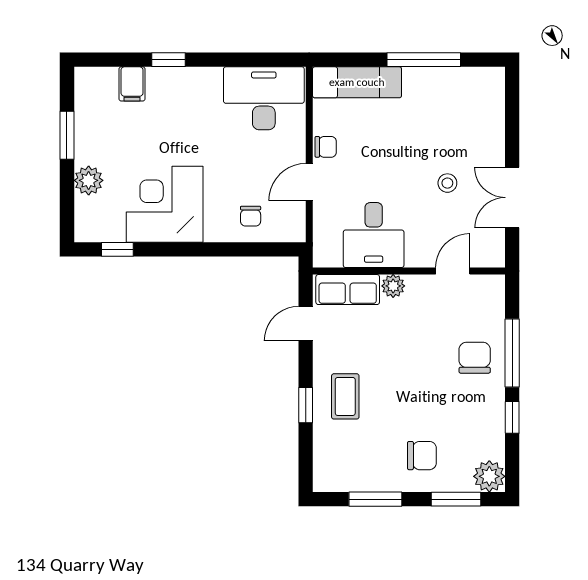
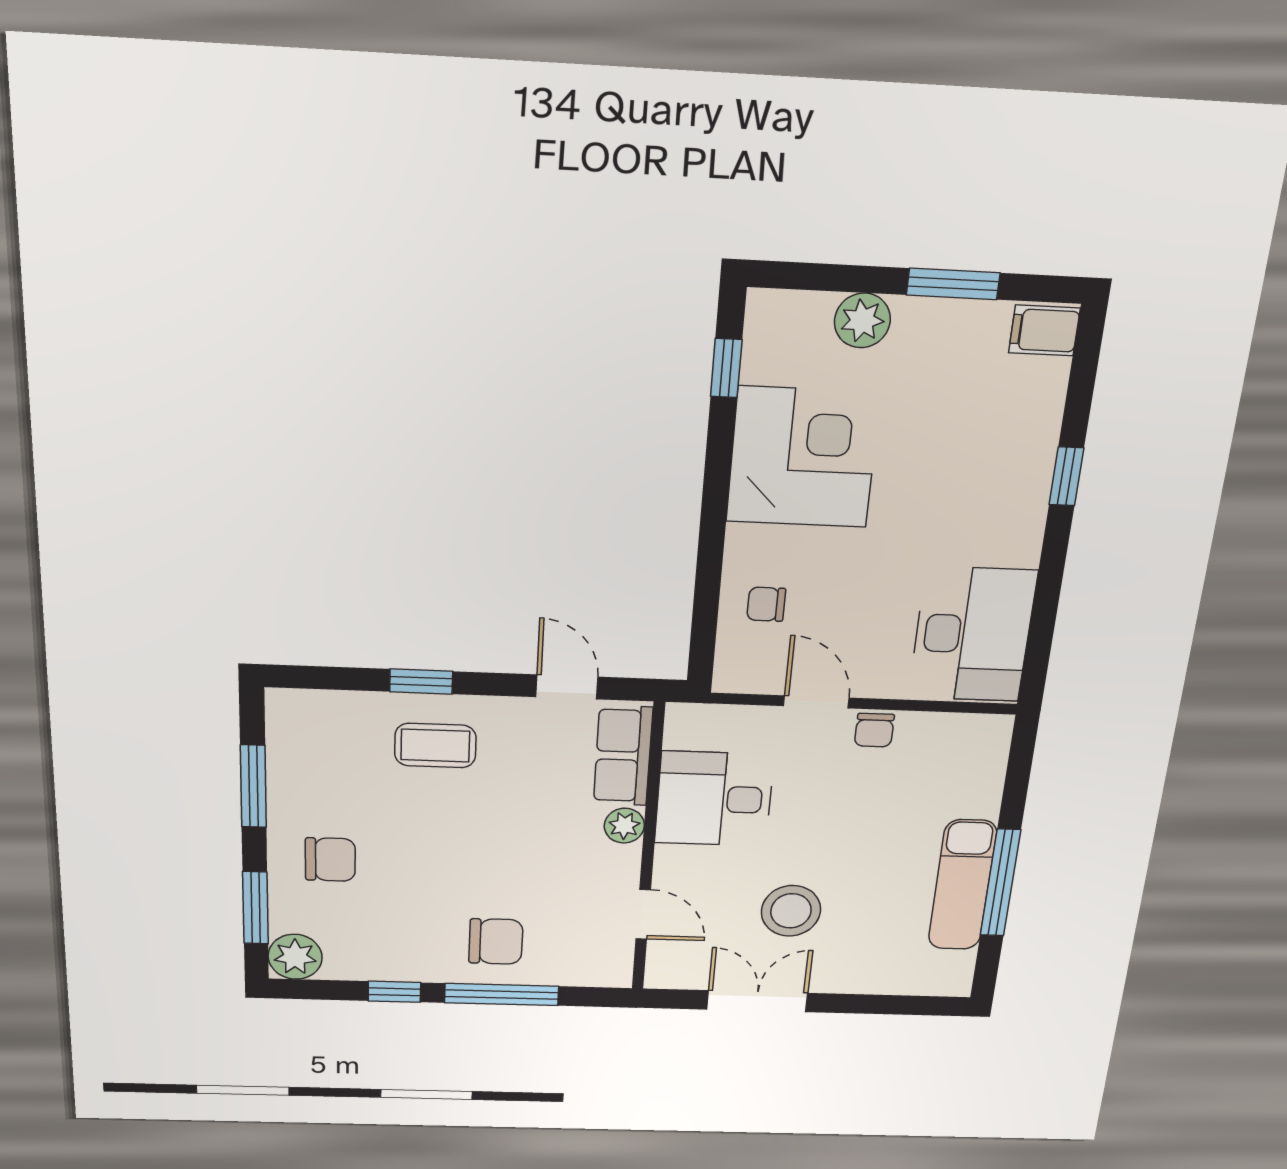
exam couch: (357, 82) -> (962, 885), moved
filing cabinet: (132, 84) -> (1044, 330), moved
stool: (447, 183) -> (791, 911), width x1.89, depth x1.89
chair: (422, 456) -> (330, 860), turned -90

